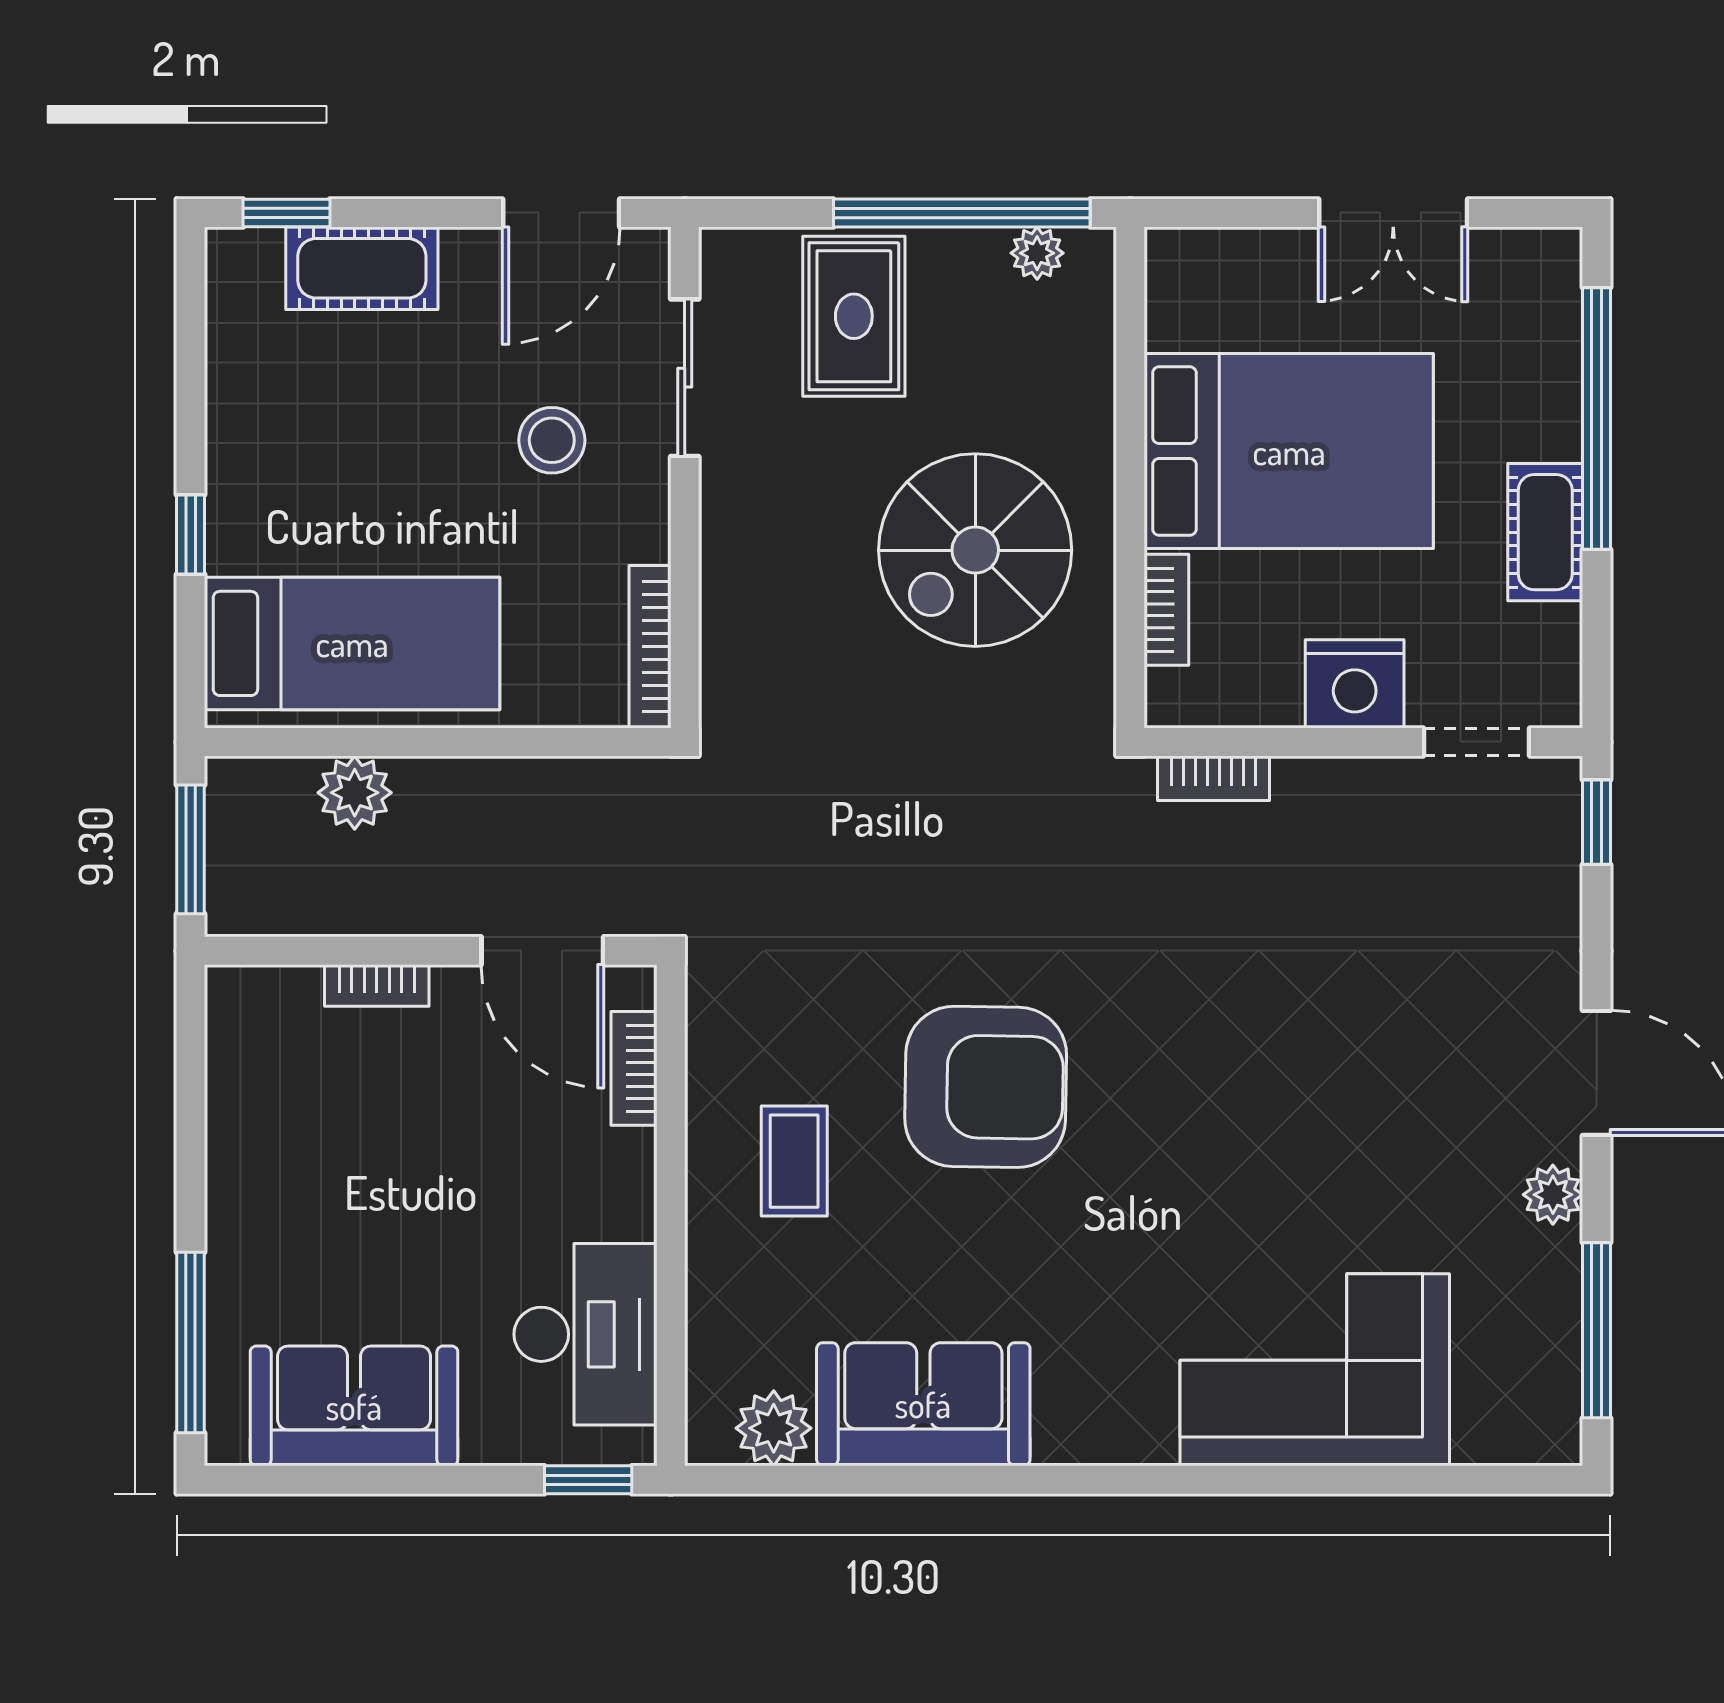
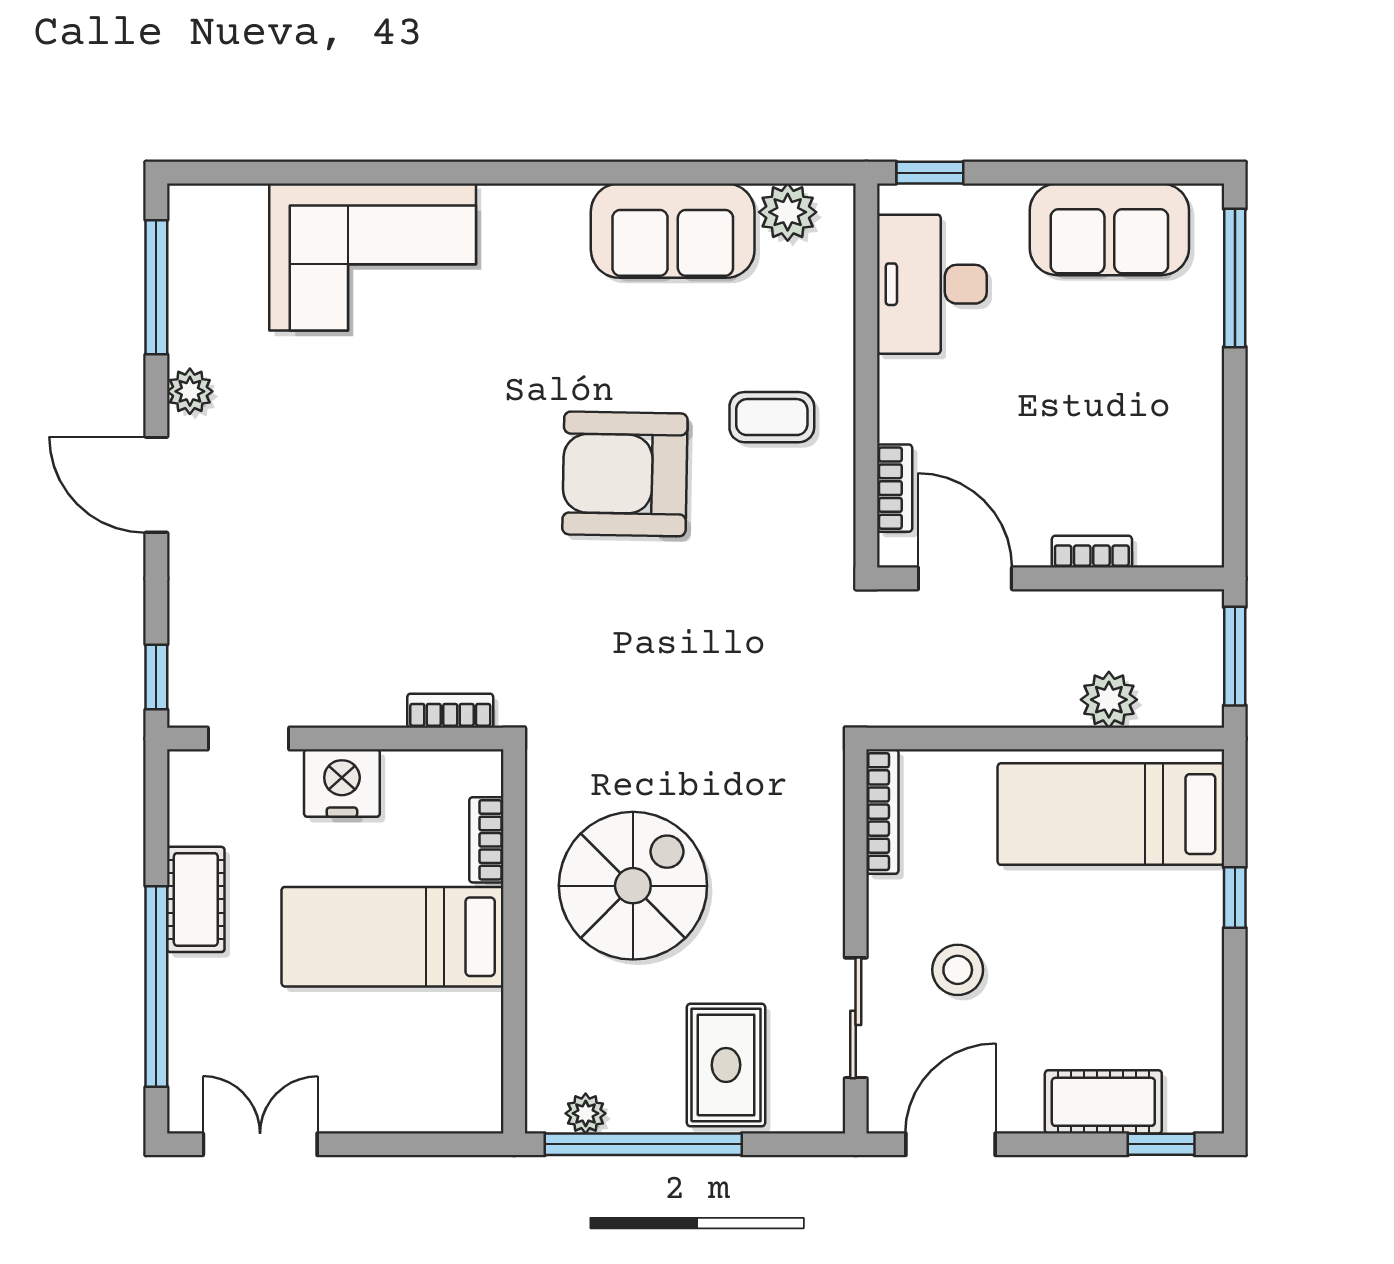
double door: (1393, 213) -> (260, 1144), moved
bed: (1289, 451) -> (393, 937), width x0.67
coffee table: (794, 1161) -> (772, 417), turned 90

